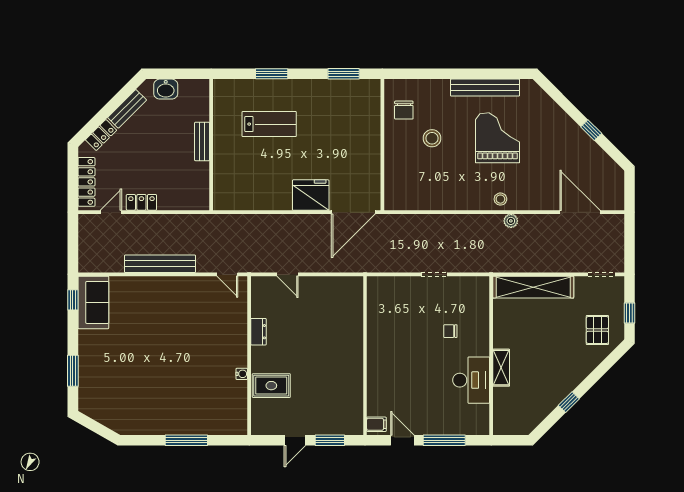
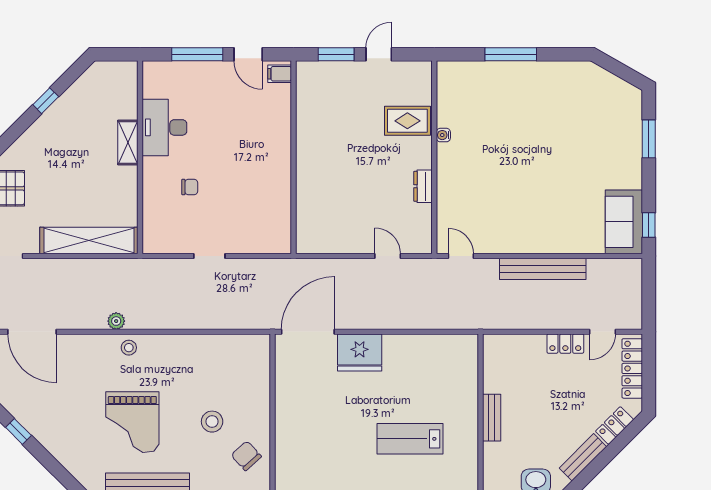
chair: (404, 110) -> (246, 456), turned -42

